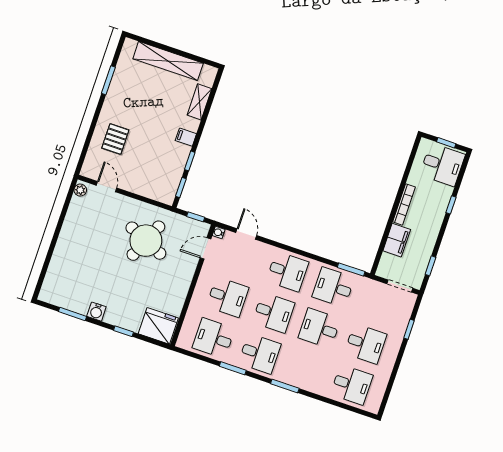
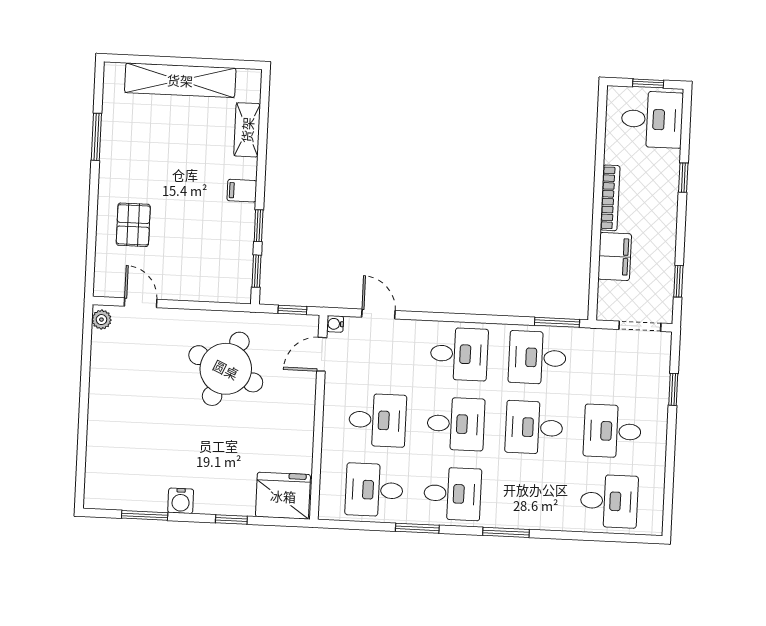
desk: (365, 344) -> (612, 431), turned 180

